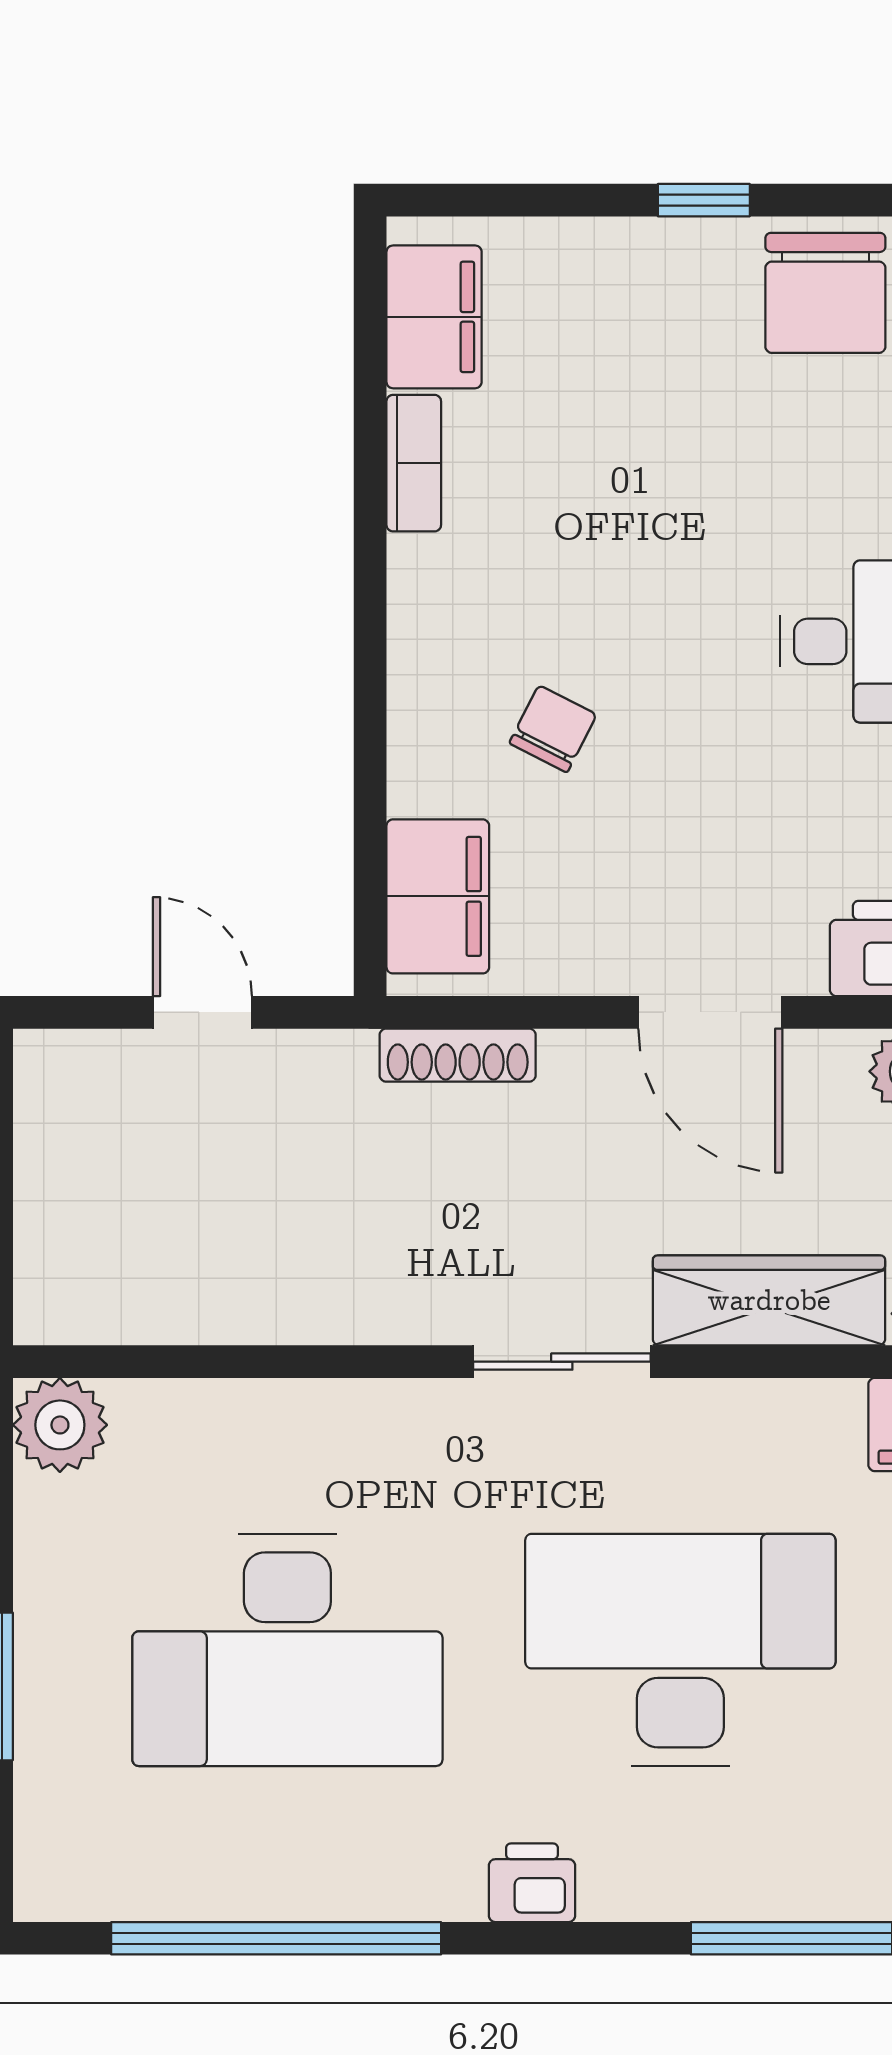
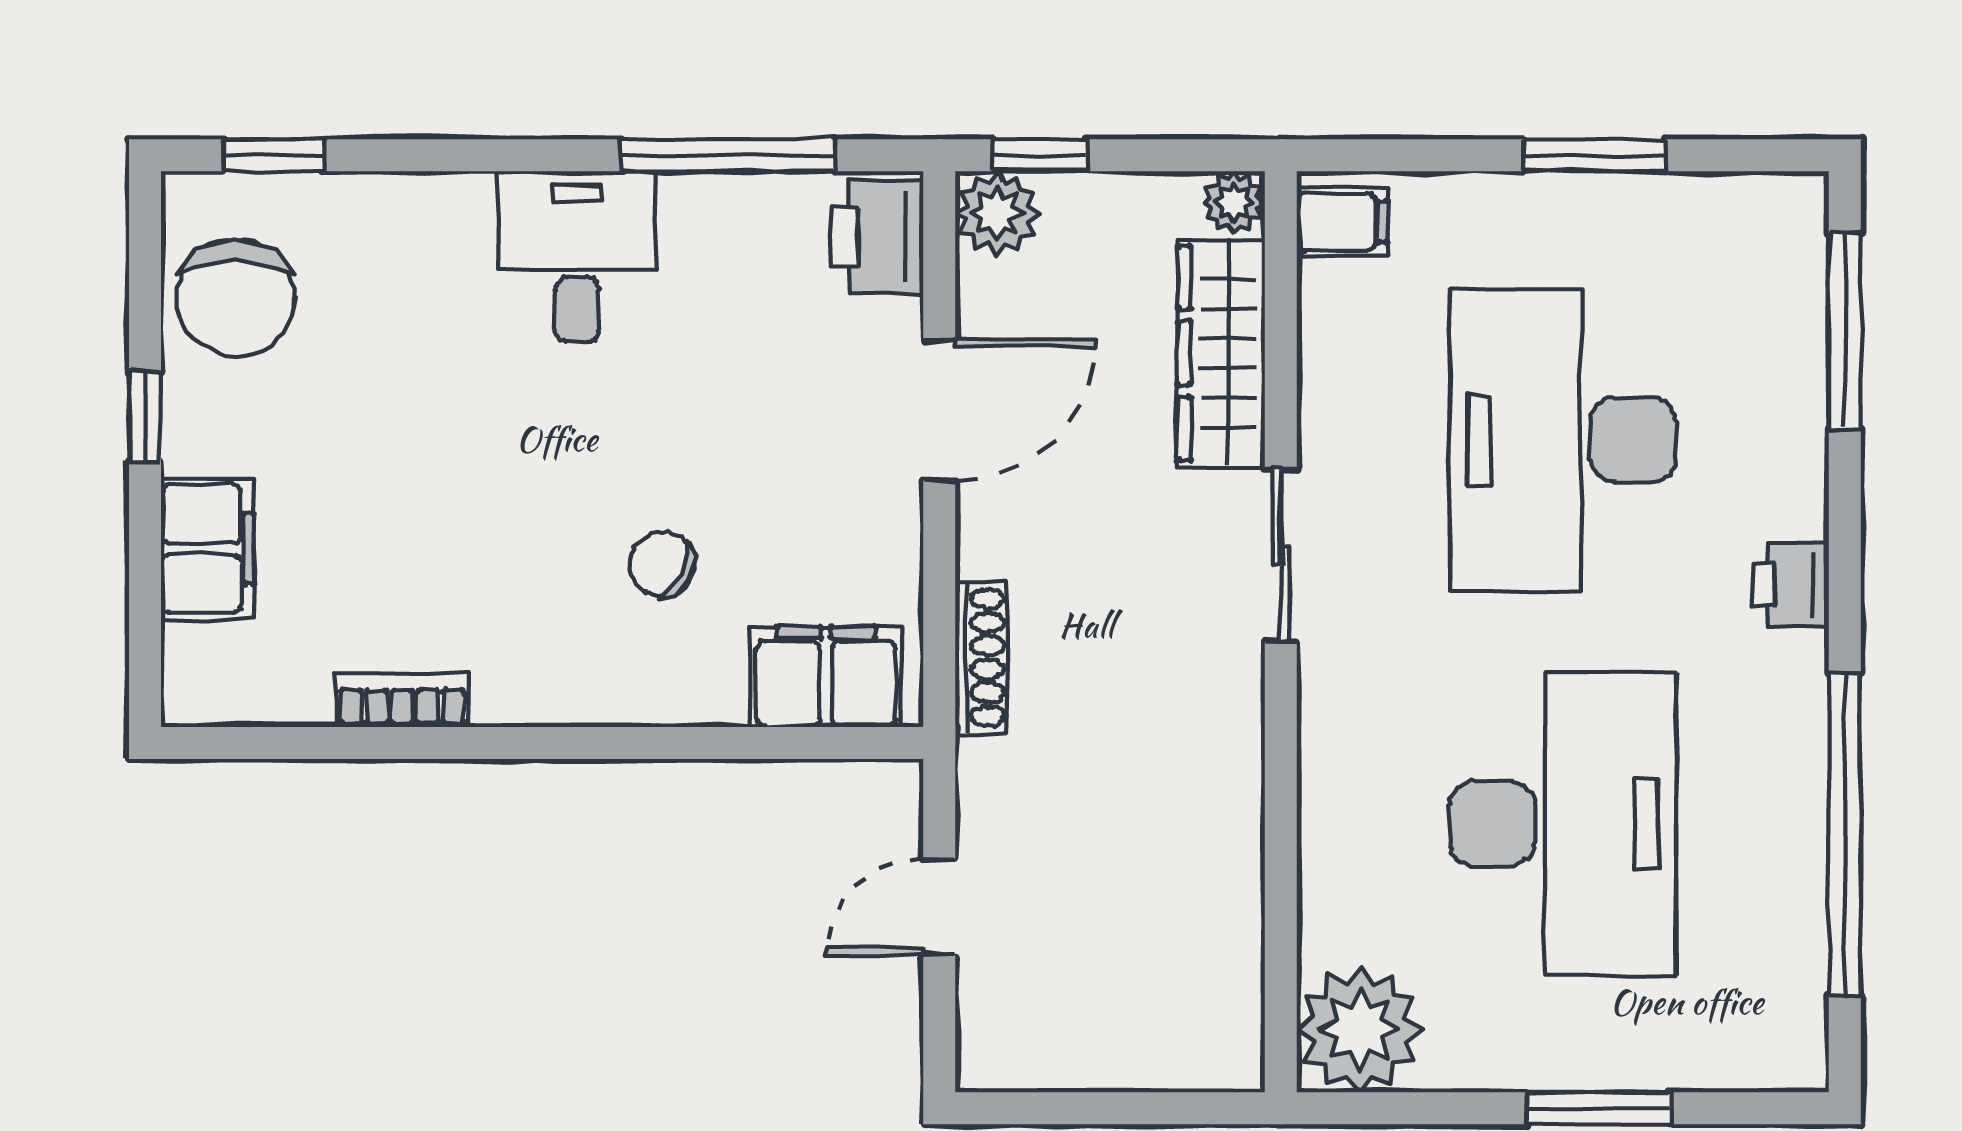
chair: (825, 293) -> (236, 298), turned 90
filing cabinet: (434, 317) -> (208, 549), moved, turned 90
plant: (60, 1425) -> (1360, 1030), width x1.36, depth x1.36

